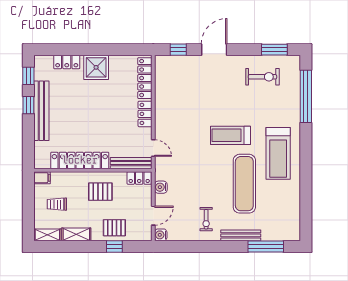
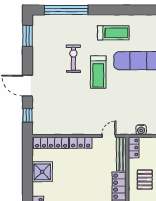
shower: (96, 67) -> (42, 172), moved
exercise bike: (263, 77) -> (73, 59), moved
treadmill: (278, 153) -> (113, 33), width x0.73, depth x0.73

